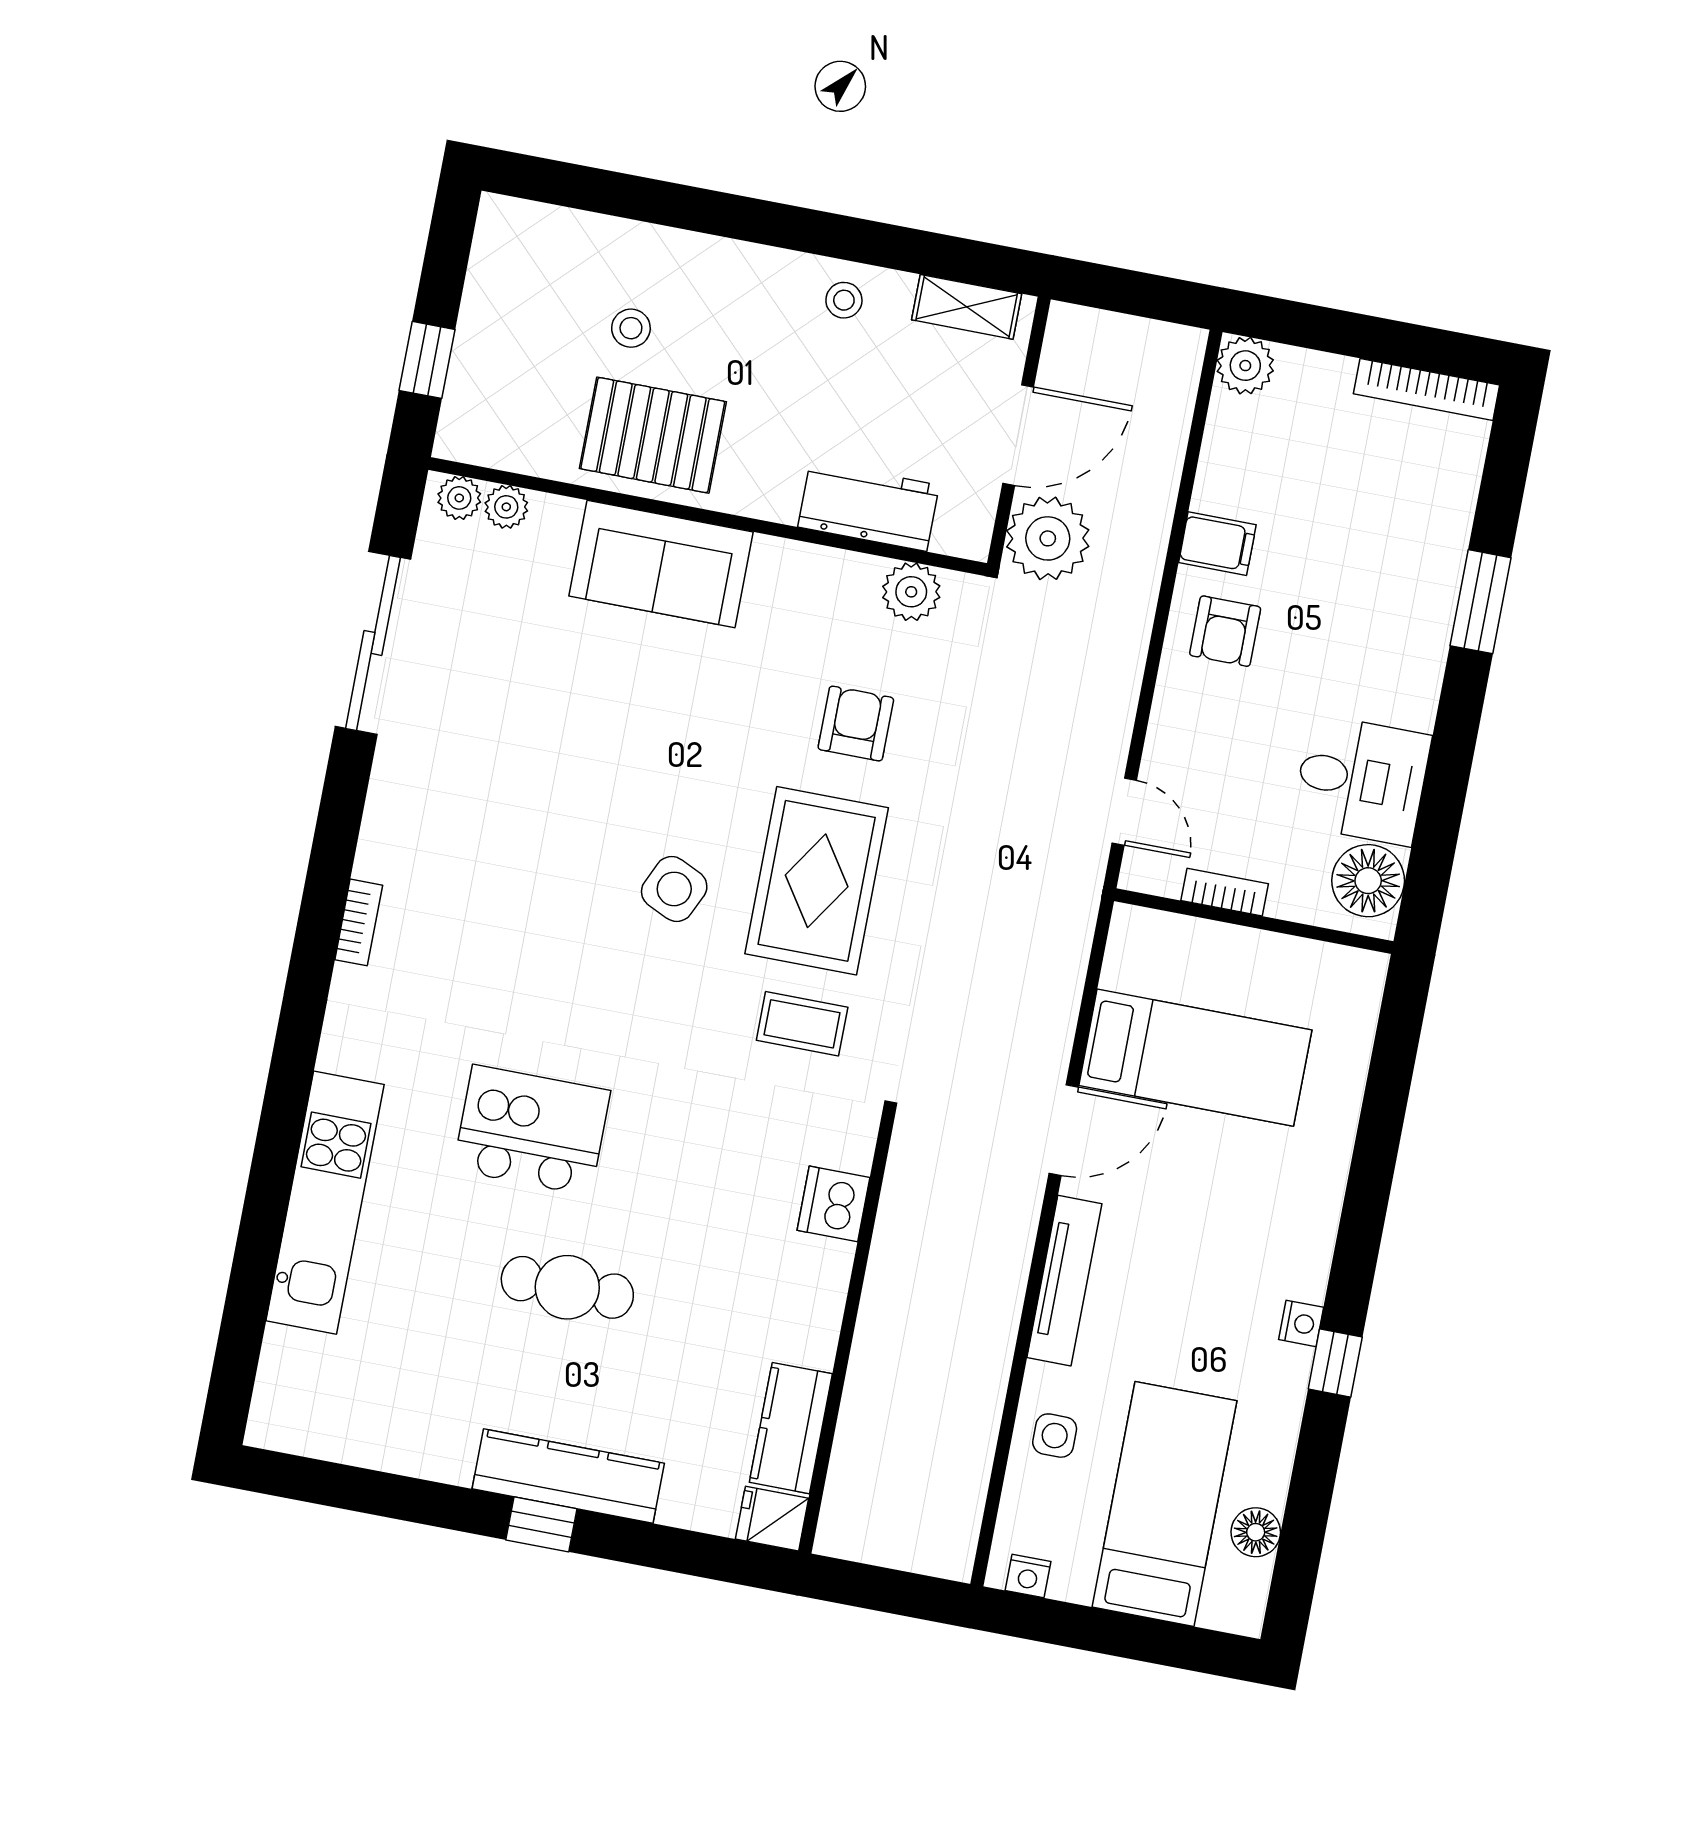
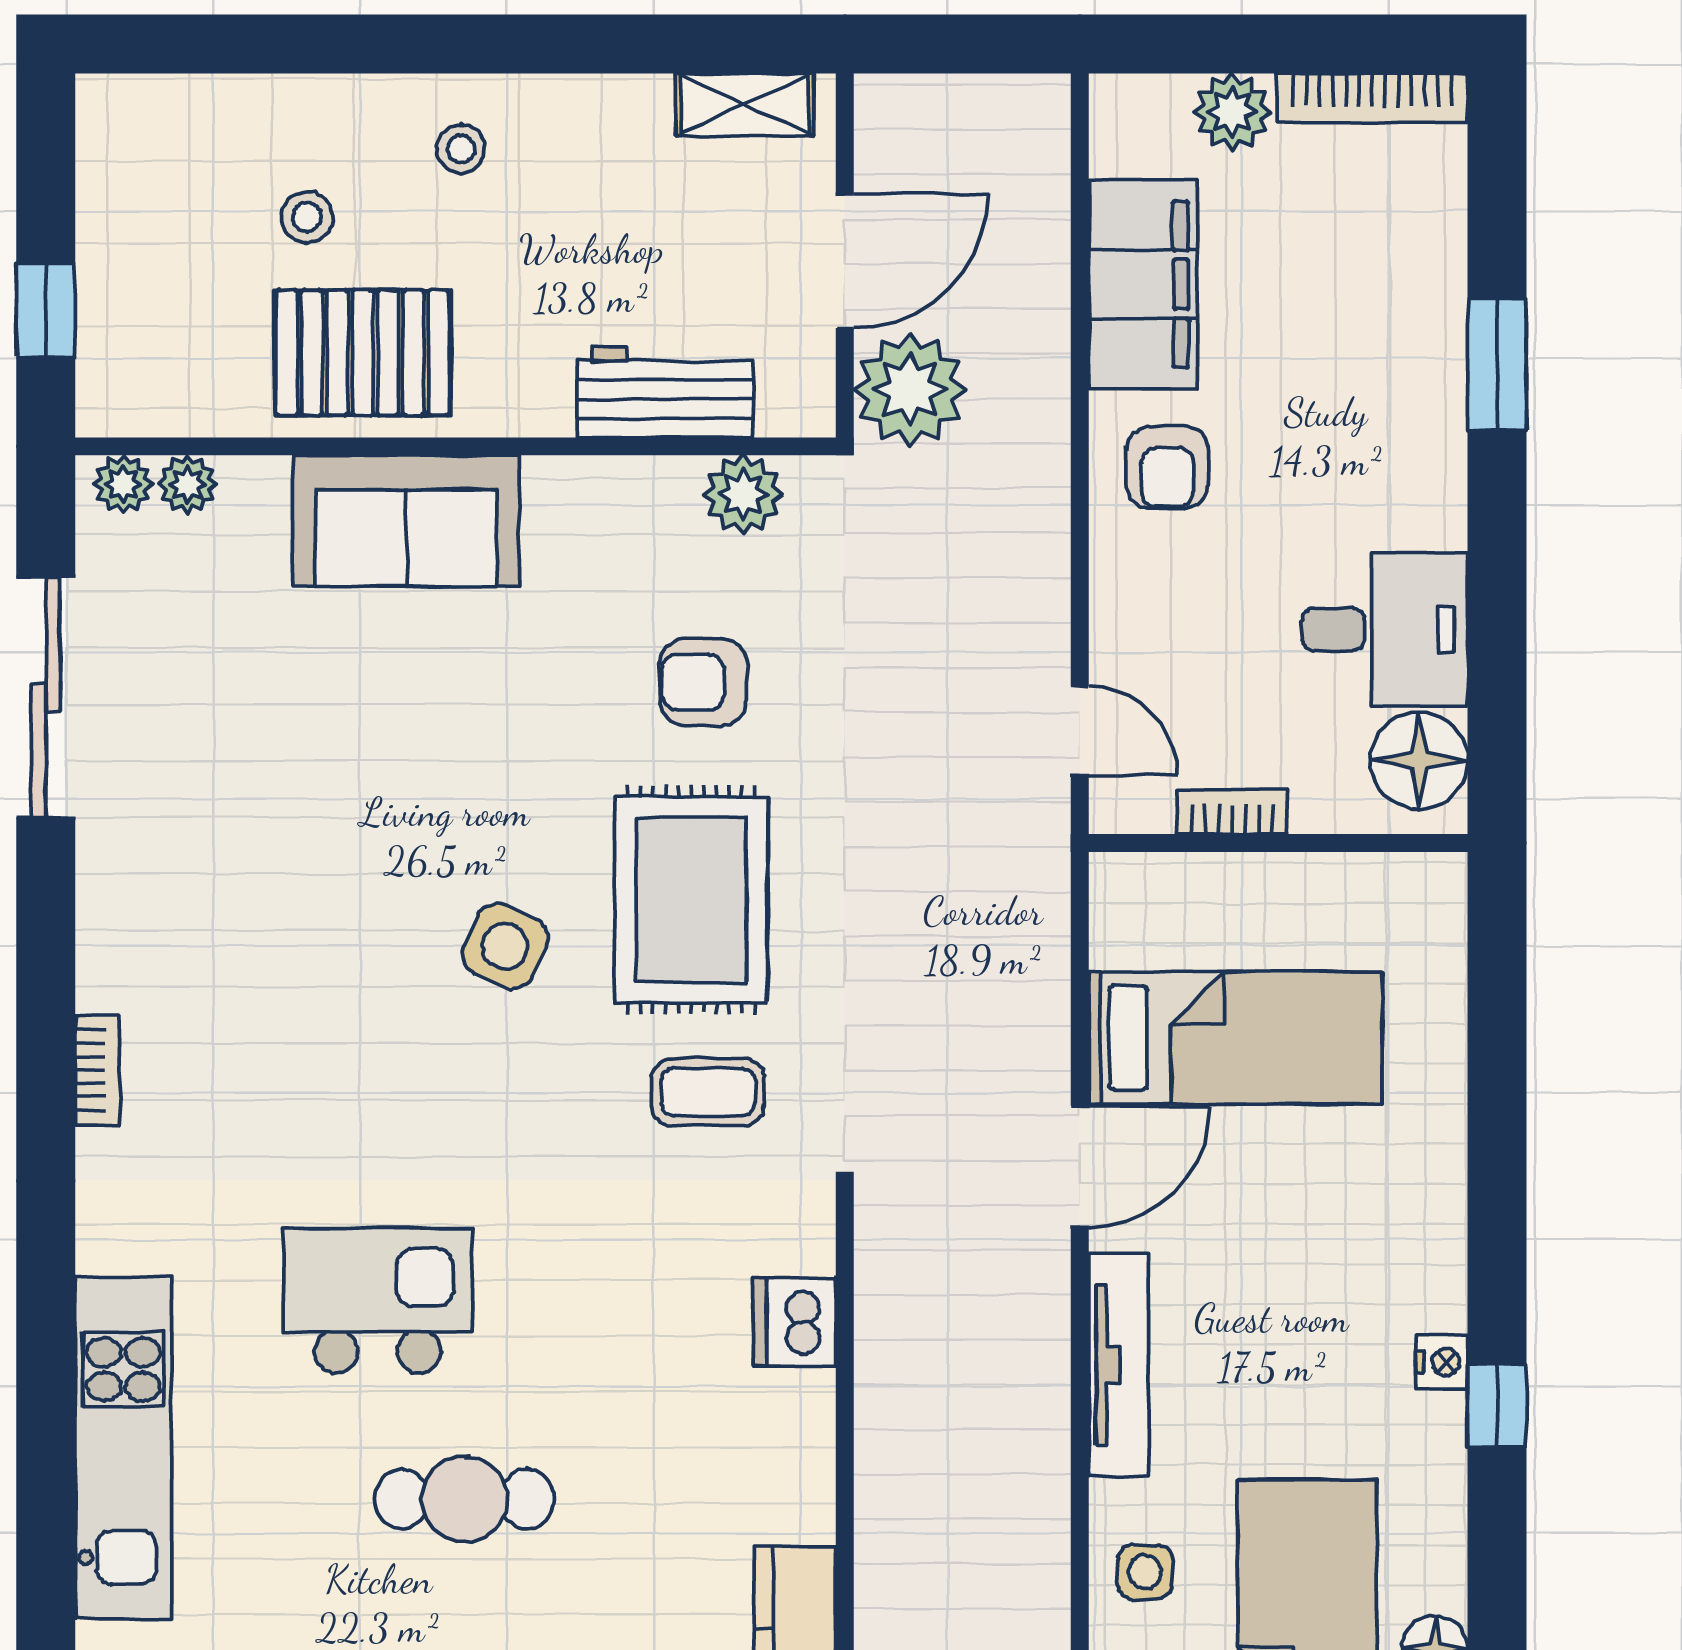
stool: (844, 300) -> (461, 149), moved
plant: (1245, 366) -> (1232, 112), moved
filing cabinet: (1217, 544) -> (1143, 284), width x3.00, depth x1.17
armchair: (856, 724) -> (703, 682), turned -90

